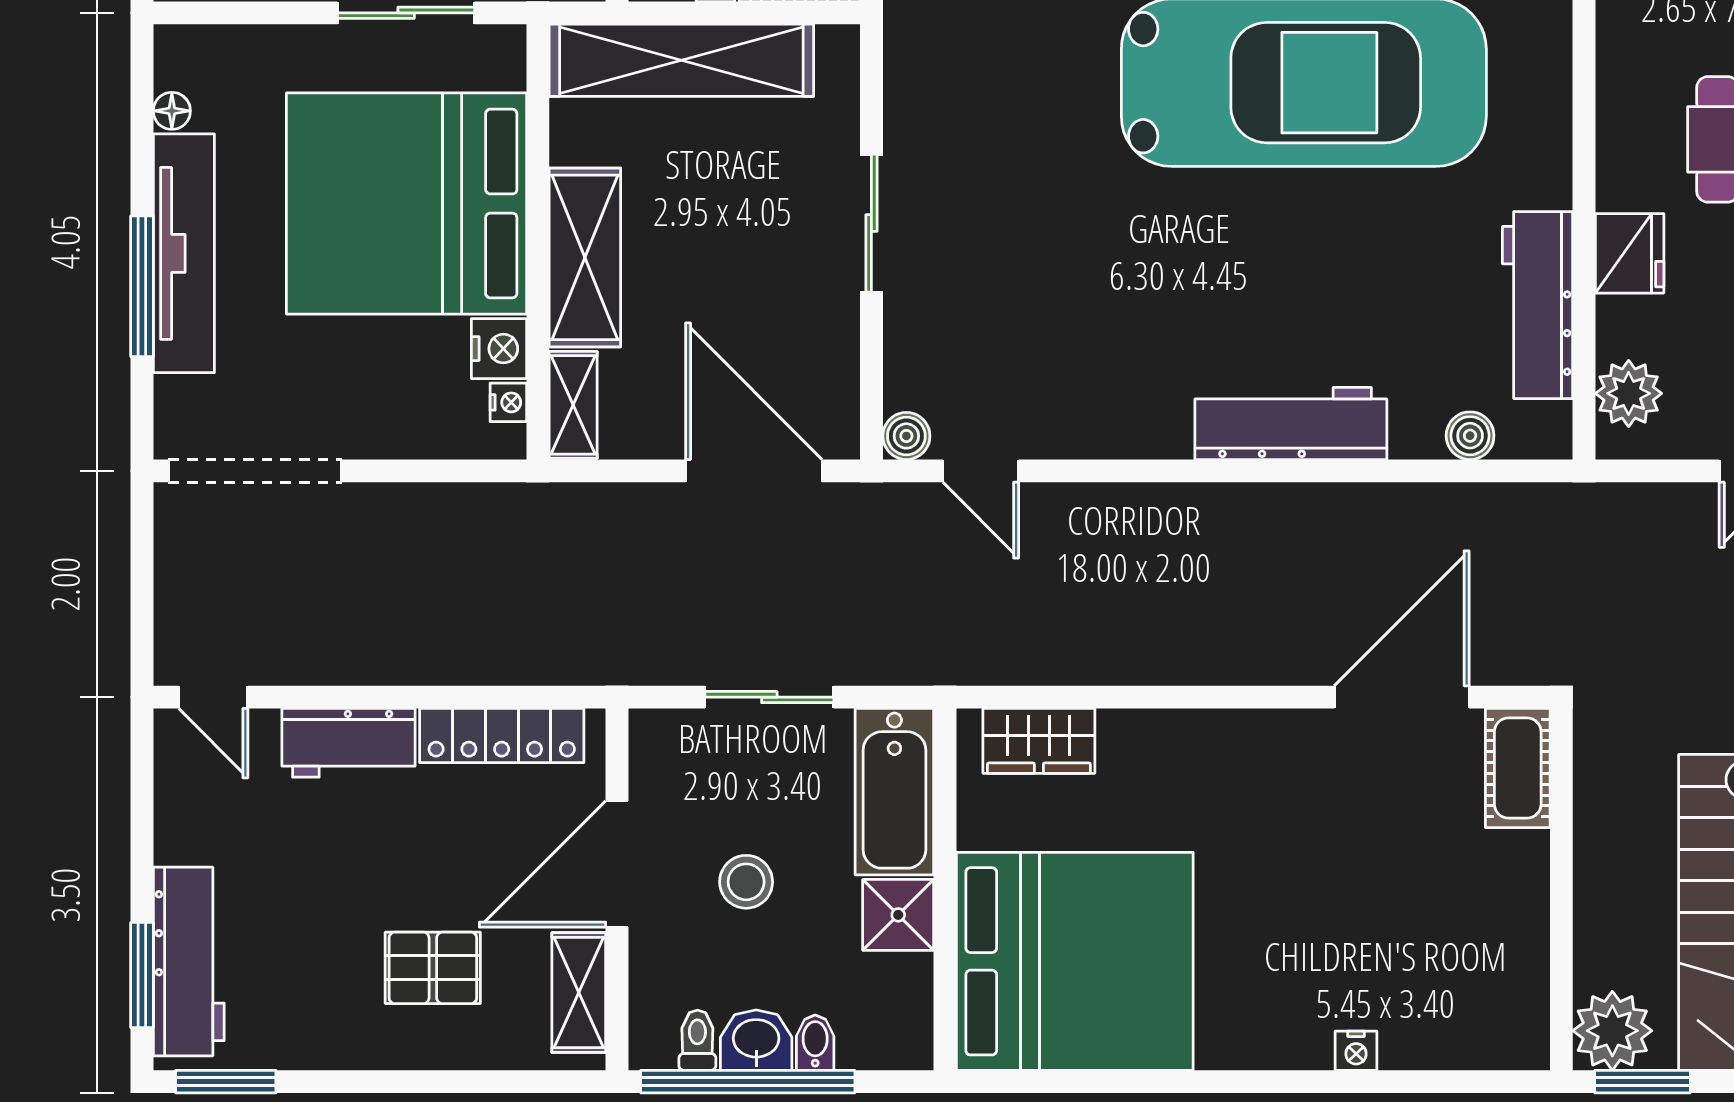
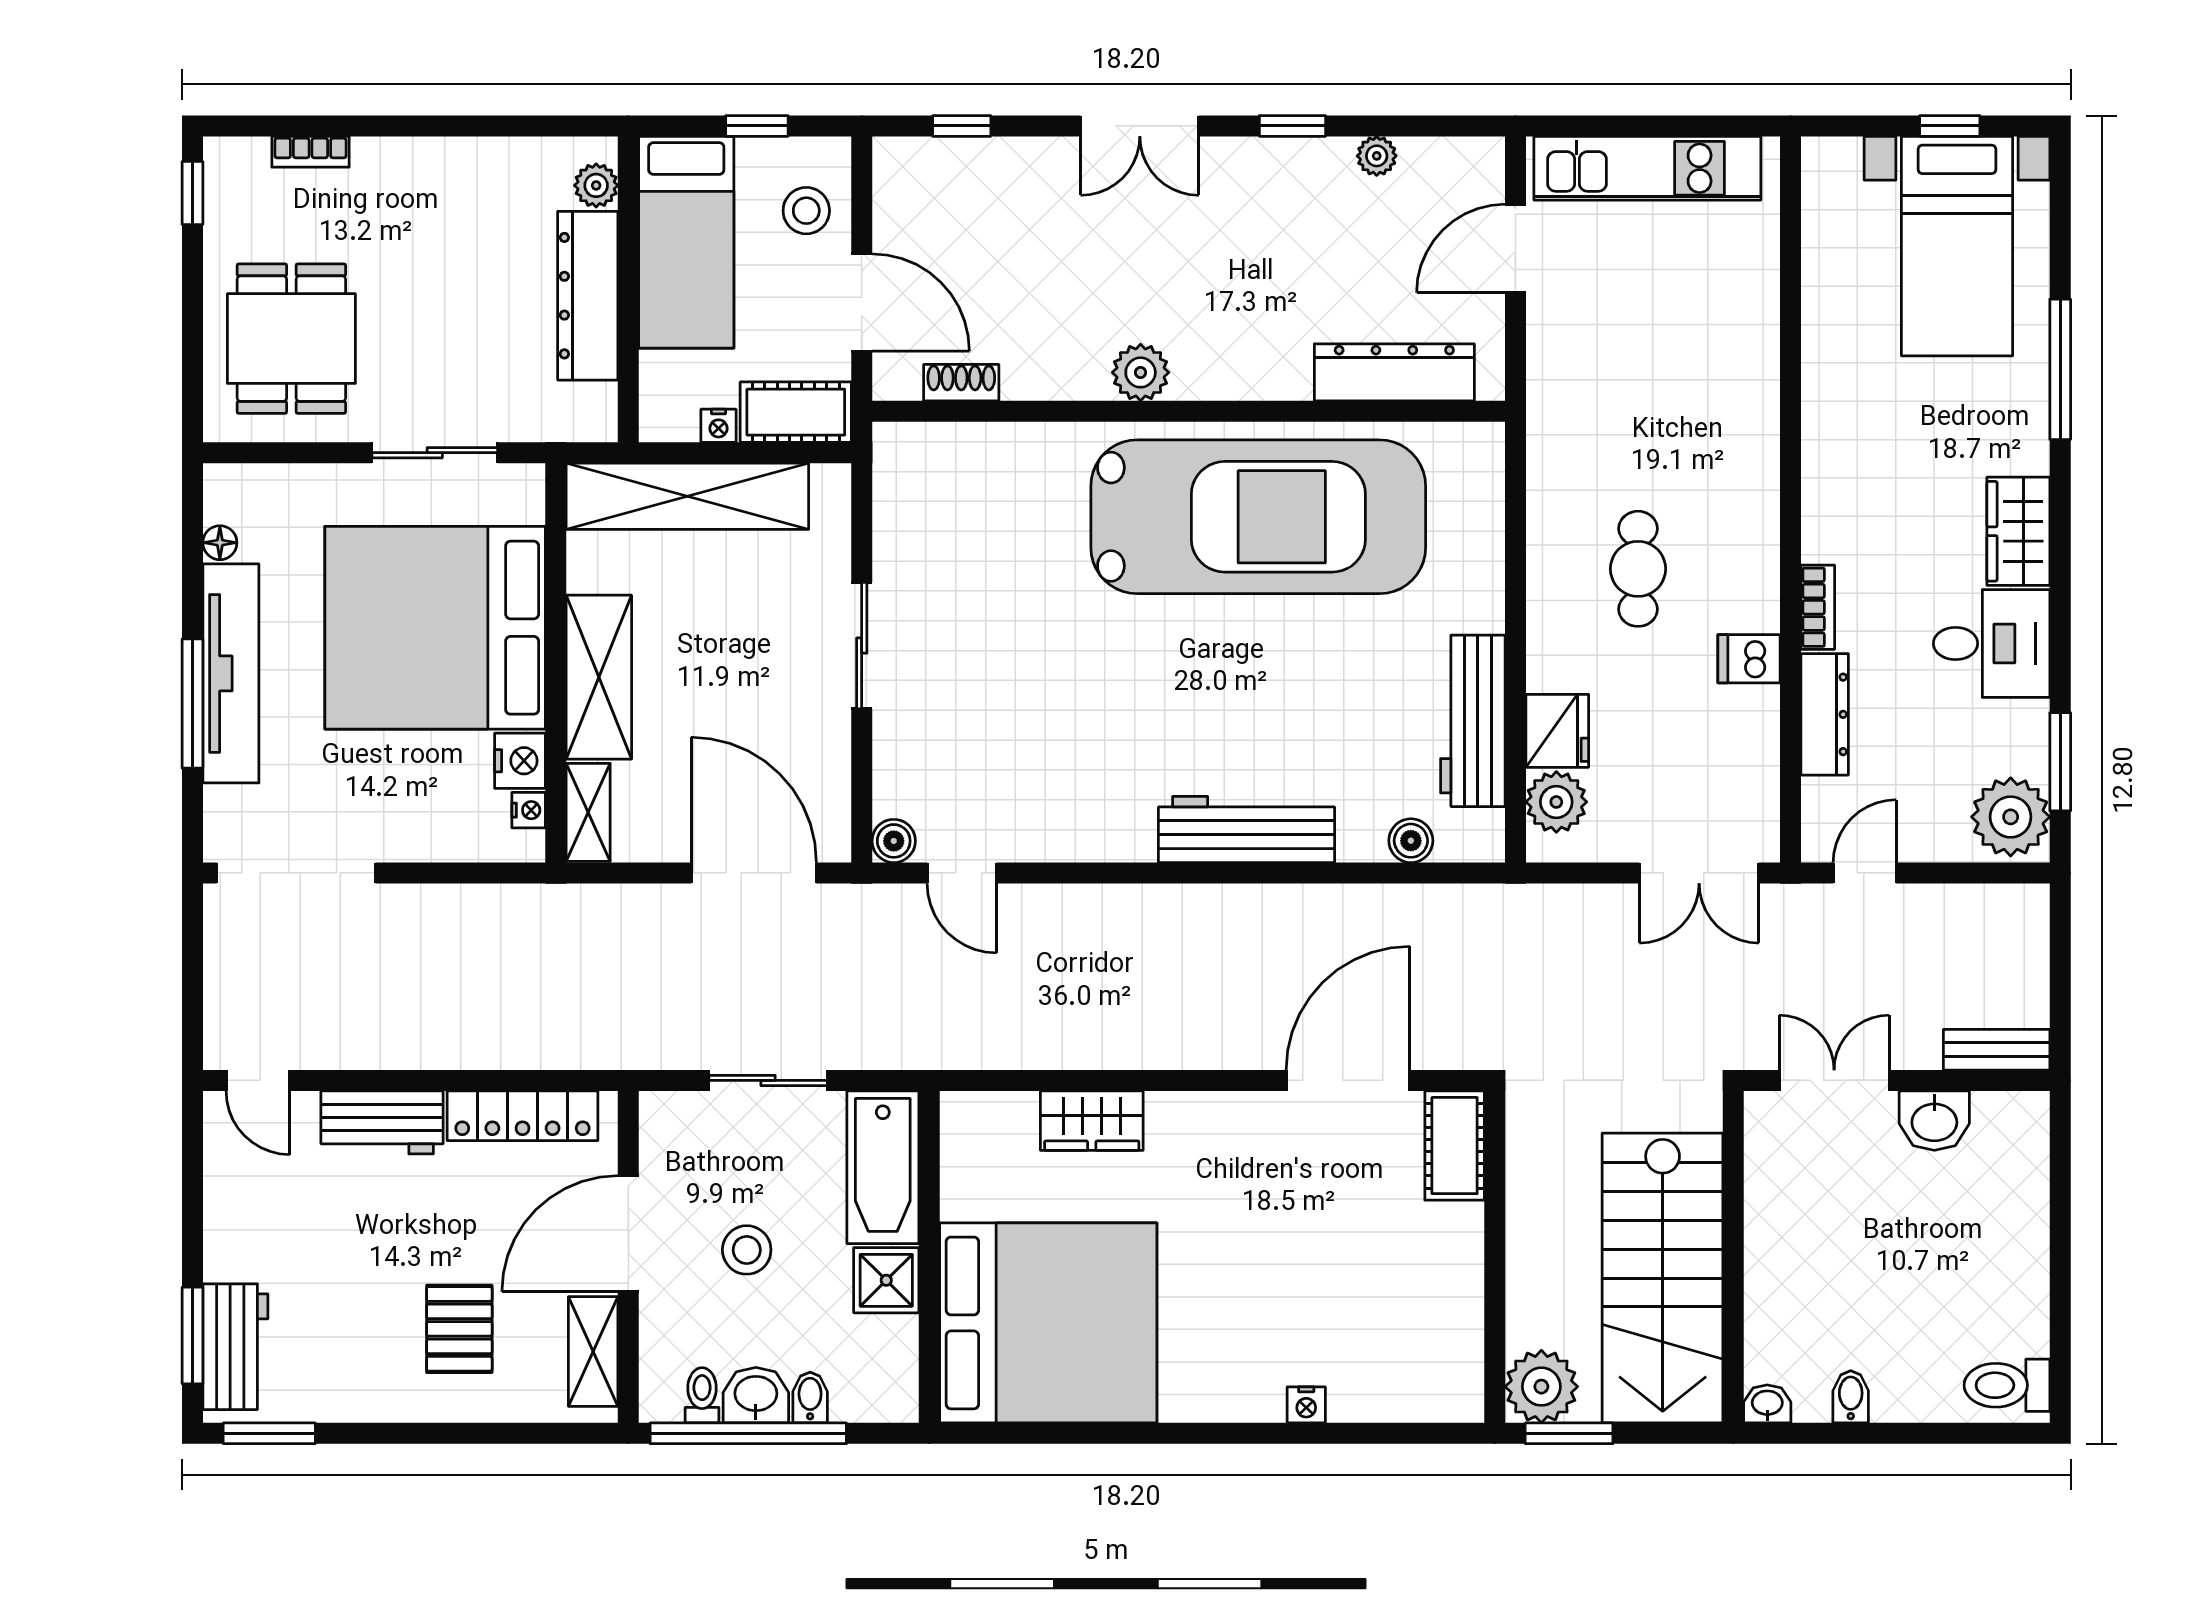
fridge: (1630, 253) -> (1557, 731), moved
wardrobe: (1039, 741) -> (1092, 1121), moved
workbench: (189, 962) -> (235, 1347), width x0.73
pallet: (433, 968) -> (459, 1329), turned 90

